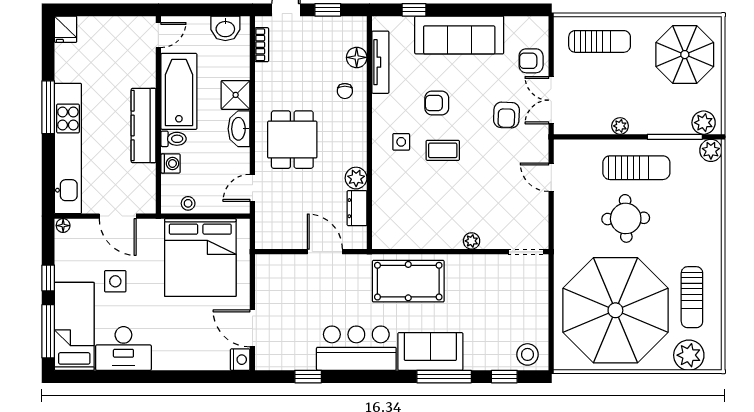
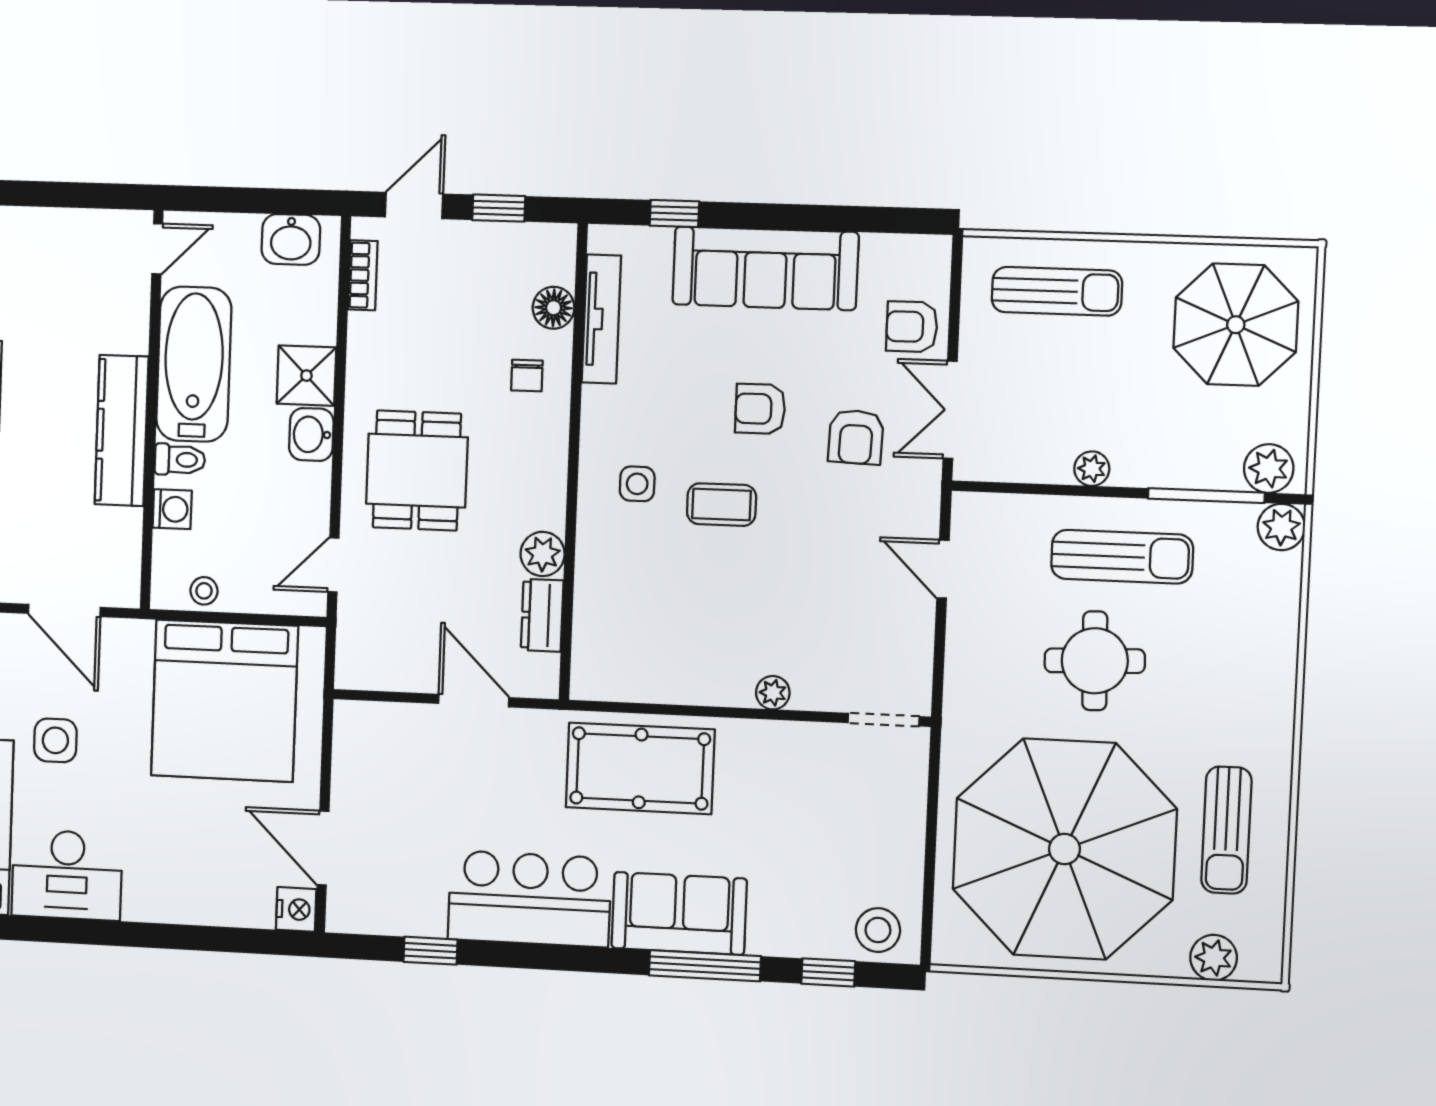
armchair: (437, 103) -> (760, 409), moved
washbasin: (239, 129) -> (311, 434), width x0.72
plant: (689, 355) -> (1214, 958), width x0.73, depth x0.73

